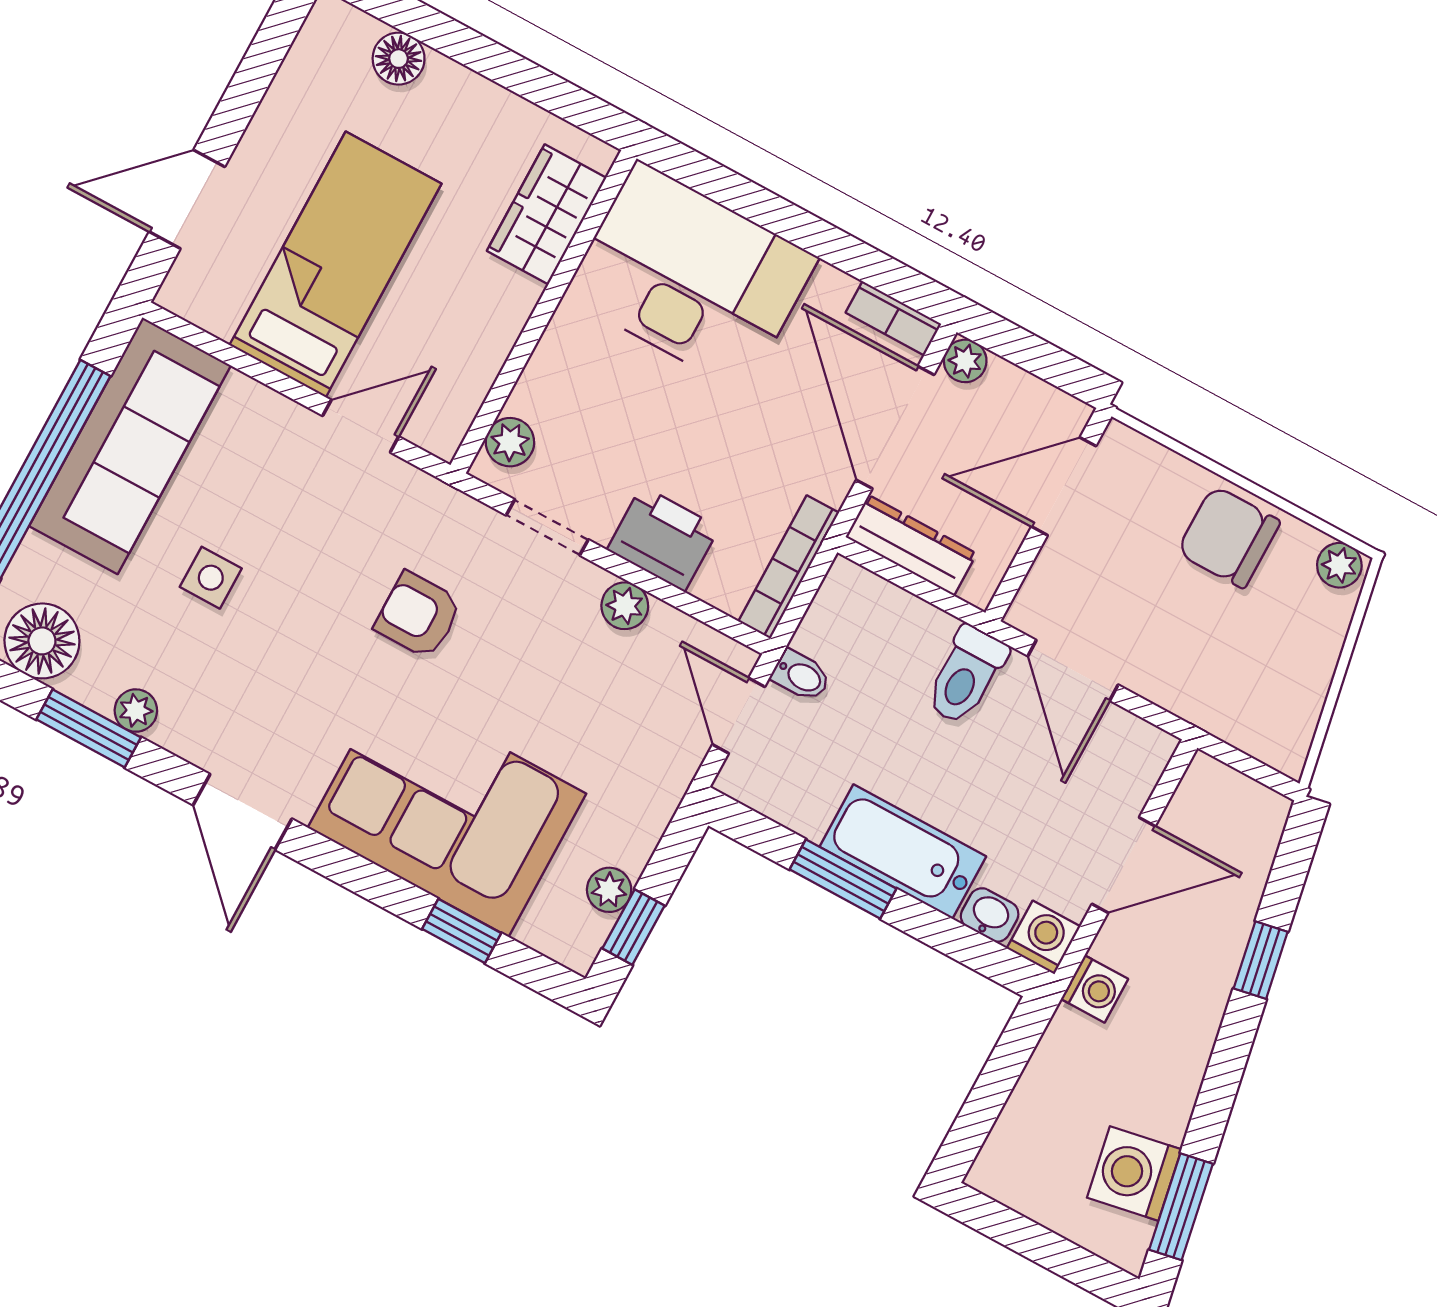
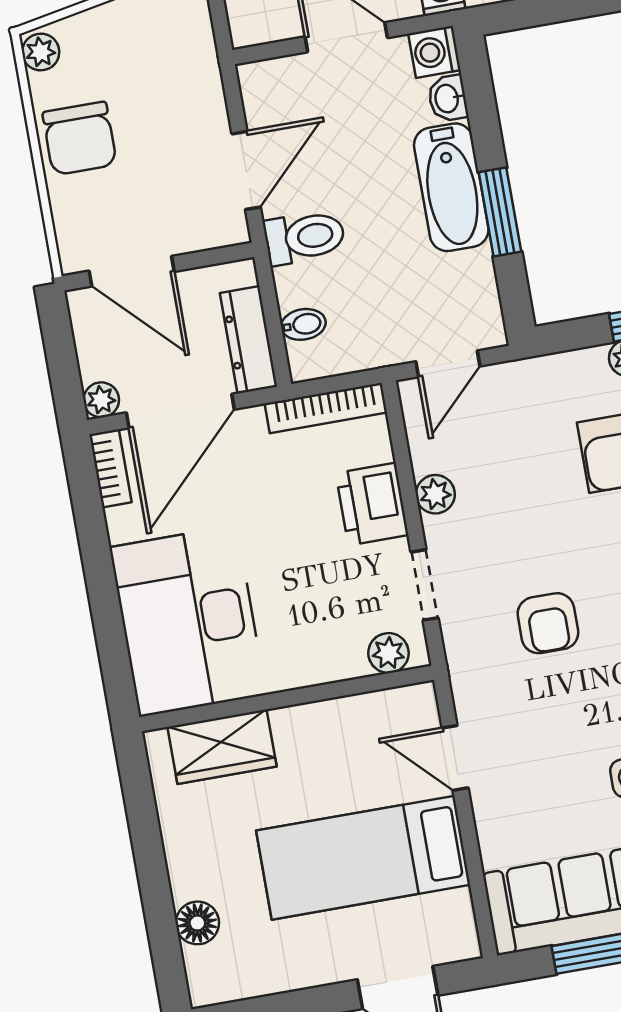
bidet: (801, 676) -> (303, 324), moved, turned 90

